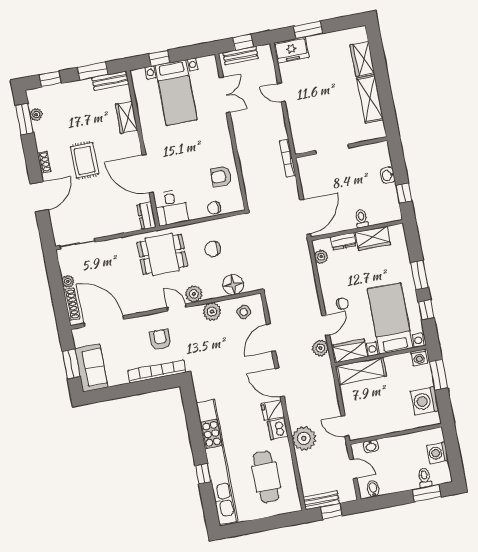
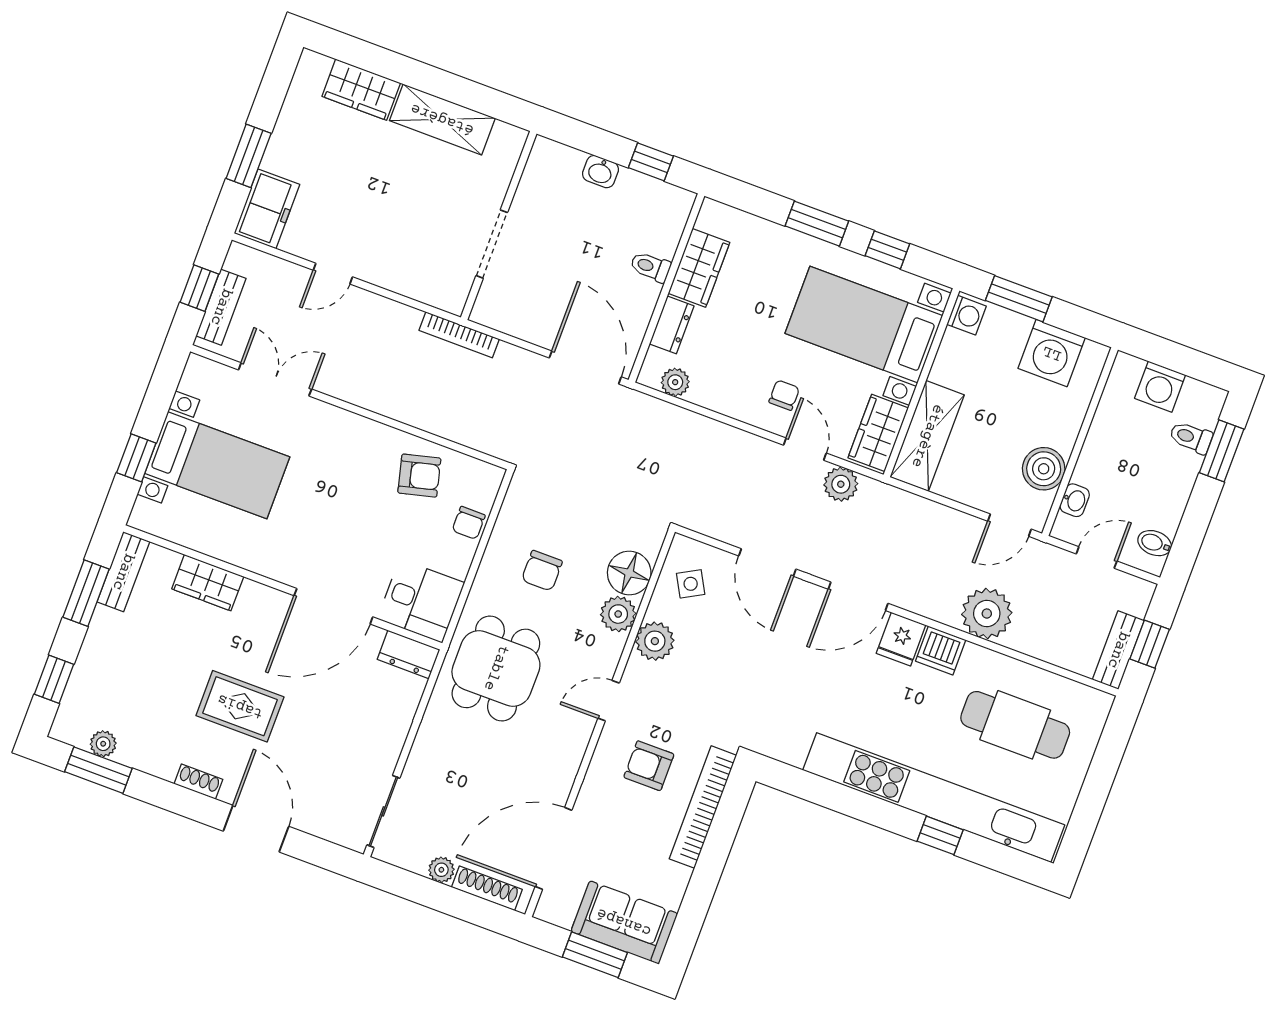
armchair: (221, 176) -> (419, 476), turned -104
plant: (194, 294) -> (618, 614), moved
boiler: (376, 426) -> (1044, 469), added

